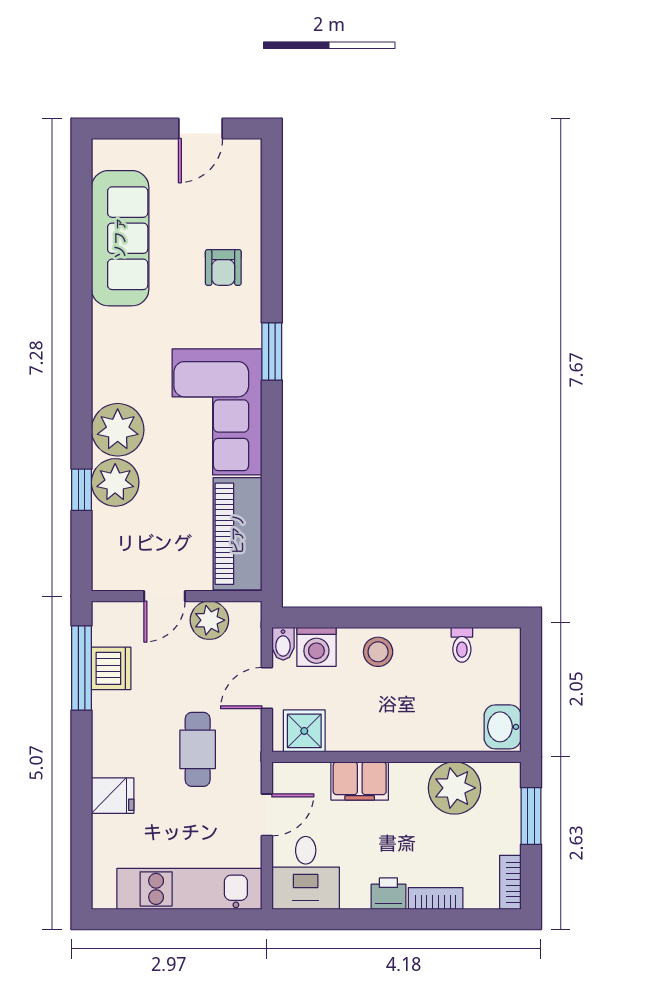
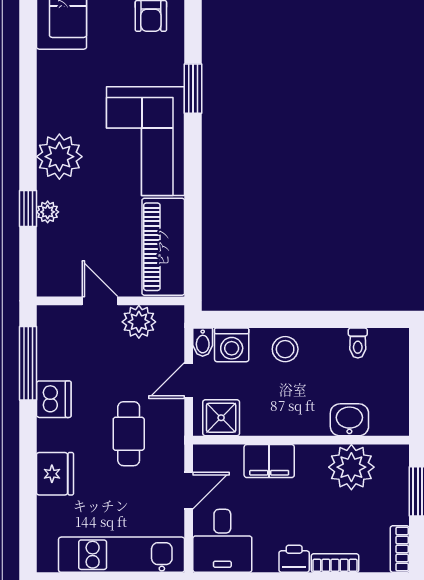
plant: (115, 482) -> (48, 212), width x0.53, depth x0.53
door: (165, 596) -> (100, 301), swing flipped
dishwasher: (111, 668) -> (54, 399), moved
washbasin: (503, 727) -> (349, 420), moved, turned 90
fridge: (113, 796) -> (55, 474), width x1.38

